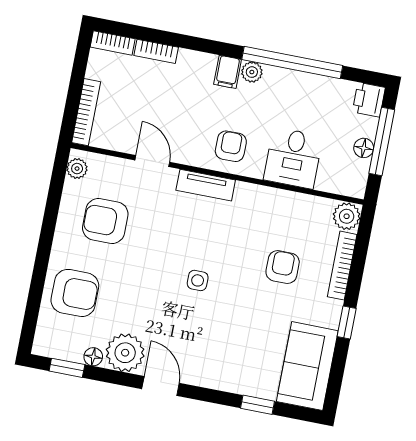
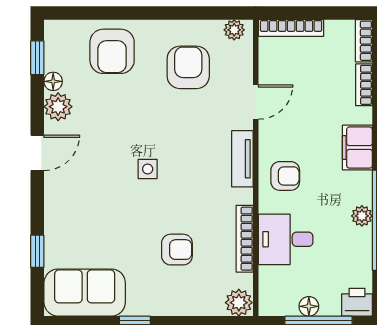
filing cabinet: (228, 72) -> (357, 148), width x2.00
plant: (252, 72) -> (362, 216), moved
bookcase: (342, 266) -> (245, 239), moved, turned -90
plant: (125, 353) -> (58, 107), width x0.73, depth x0.73

